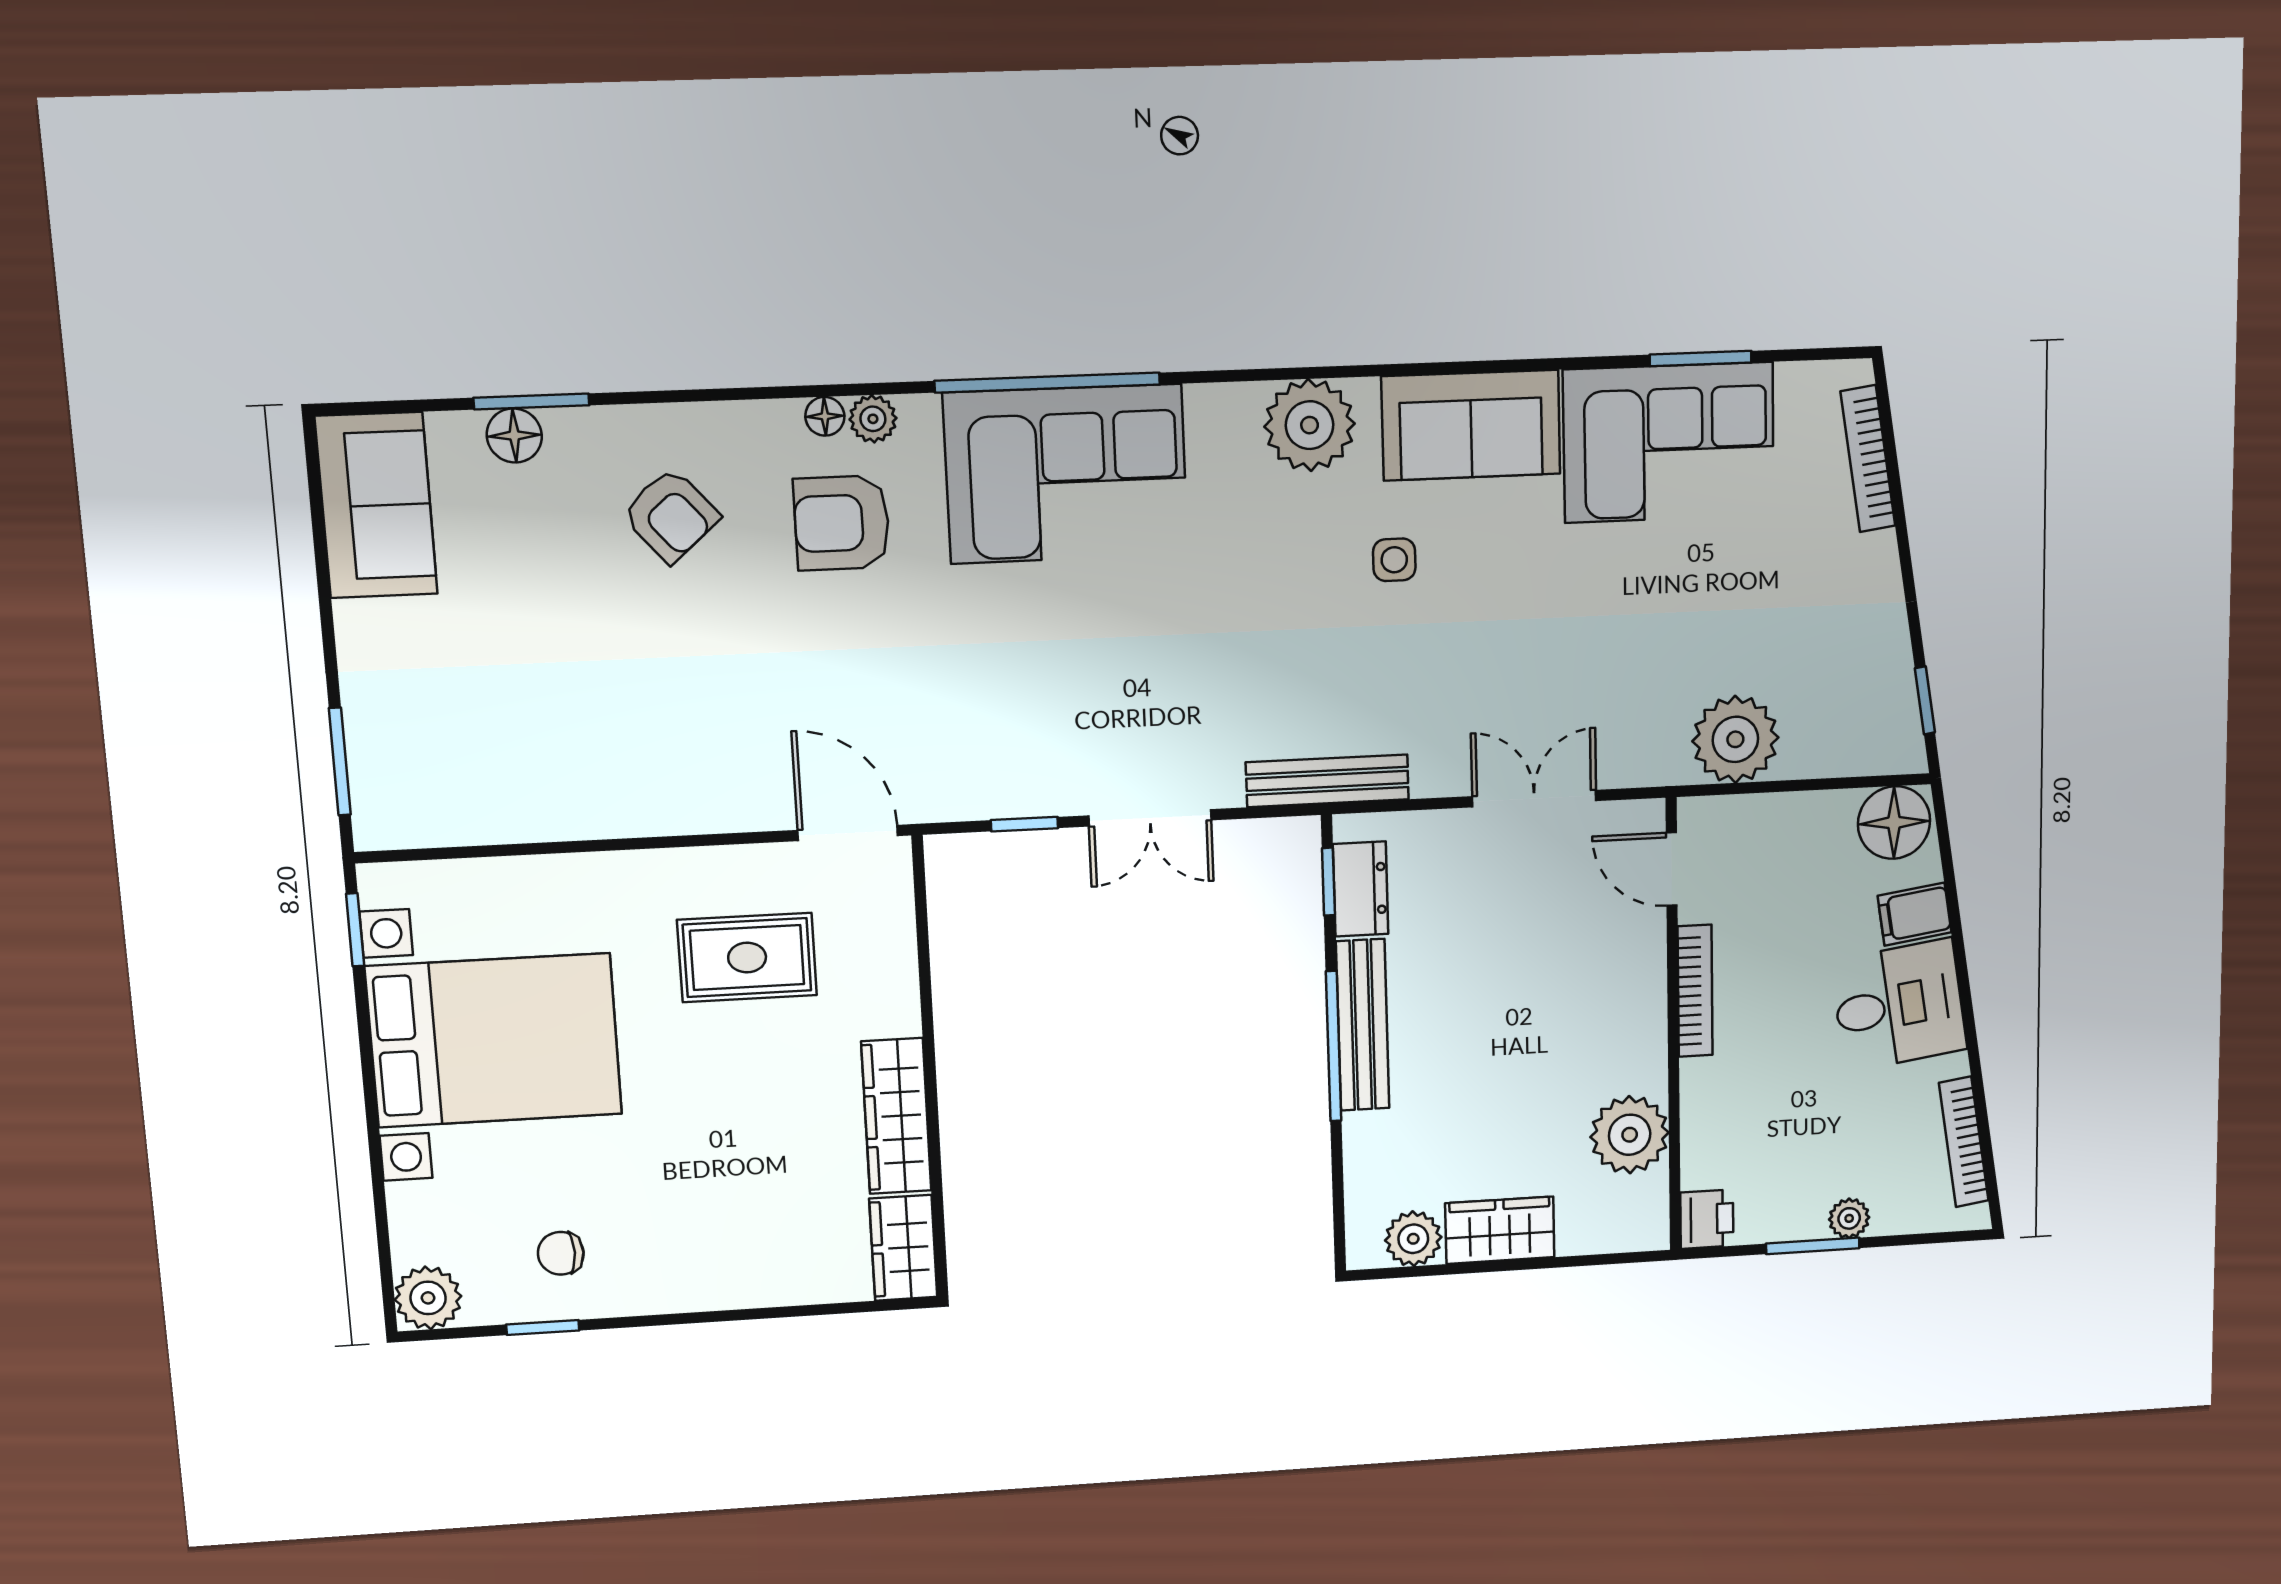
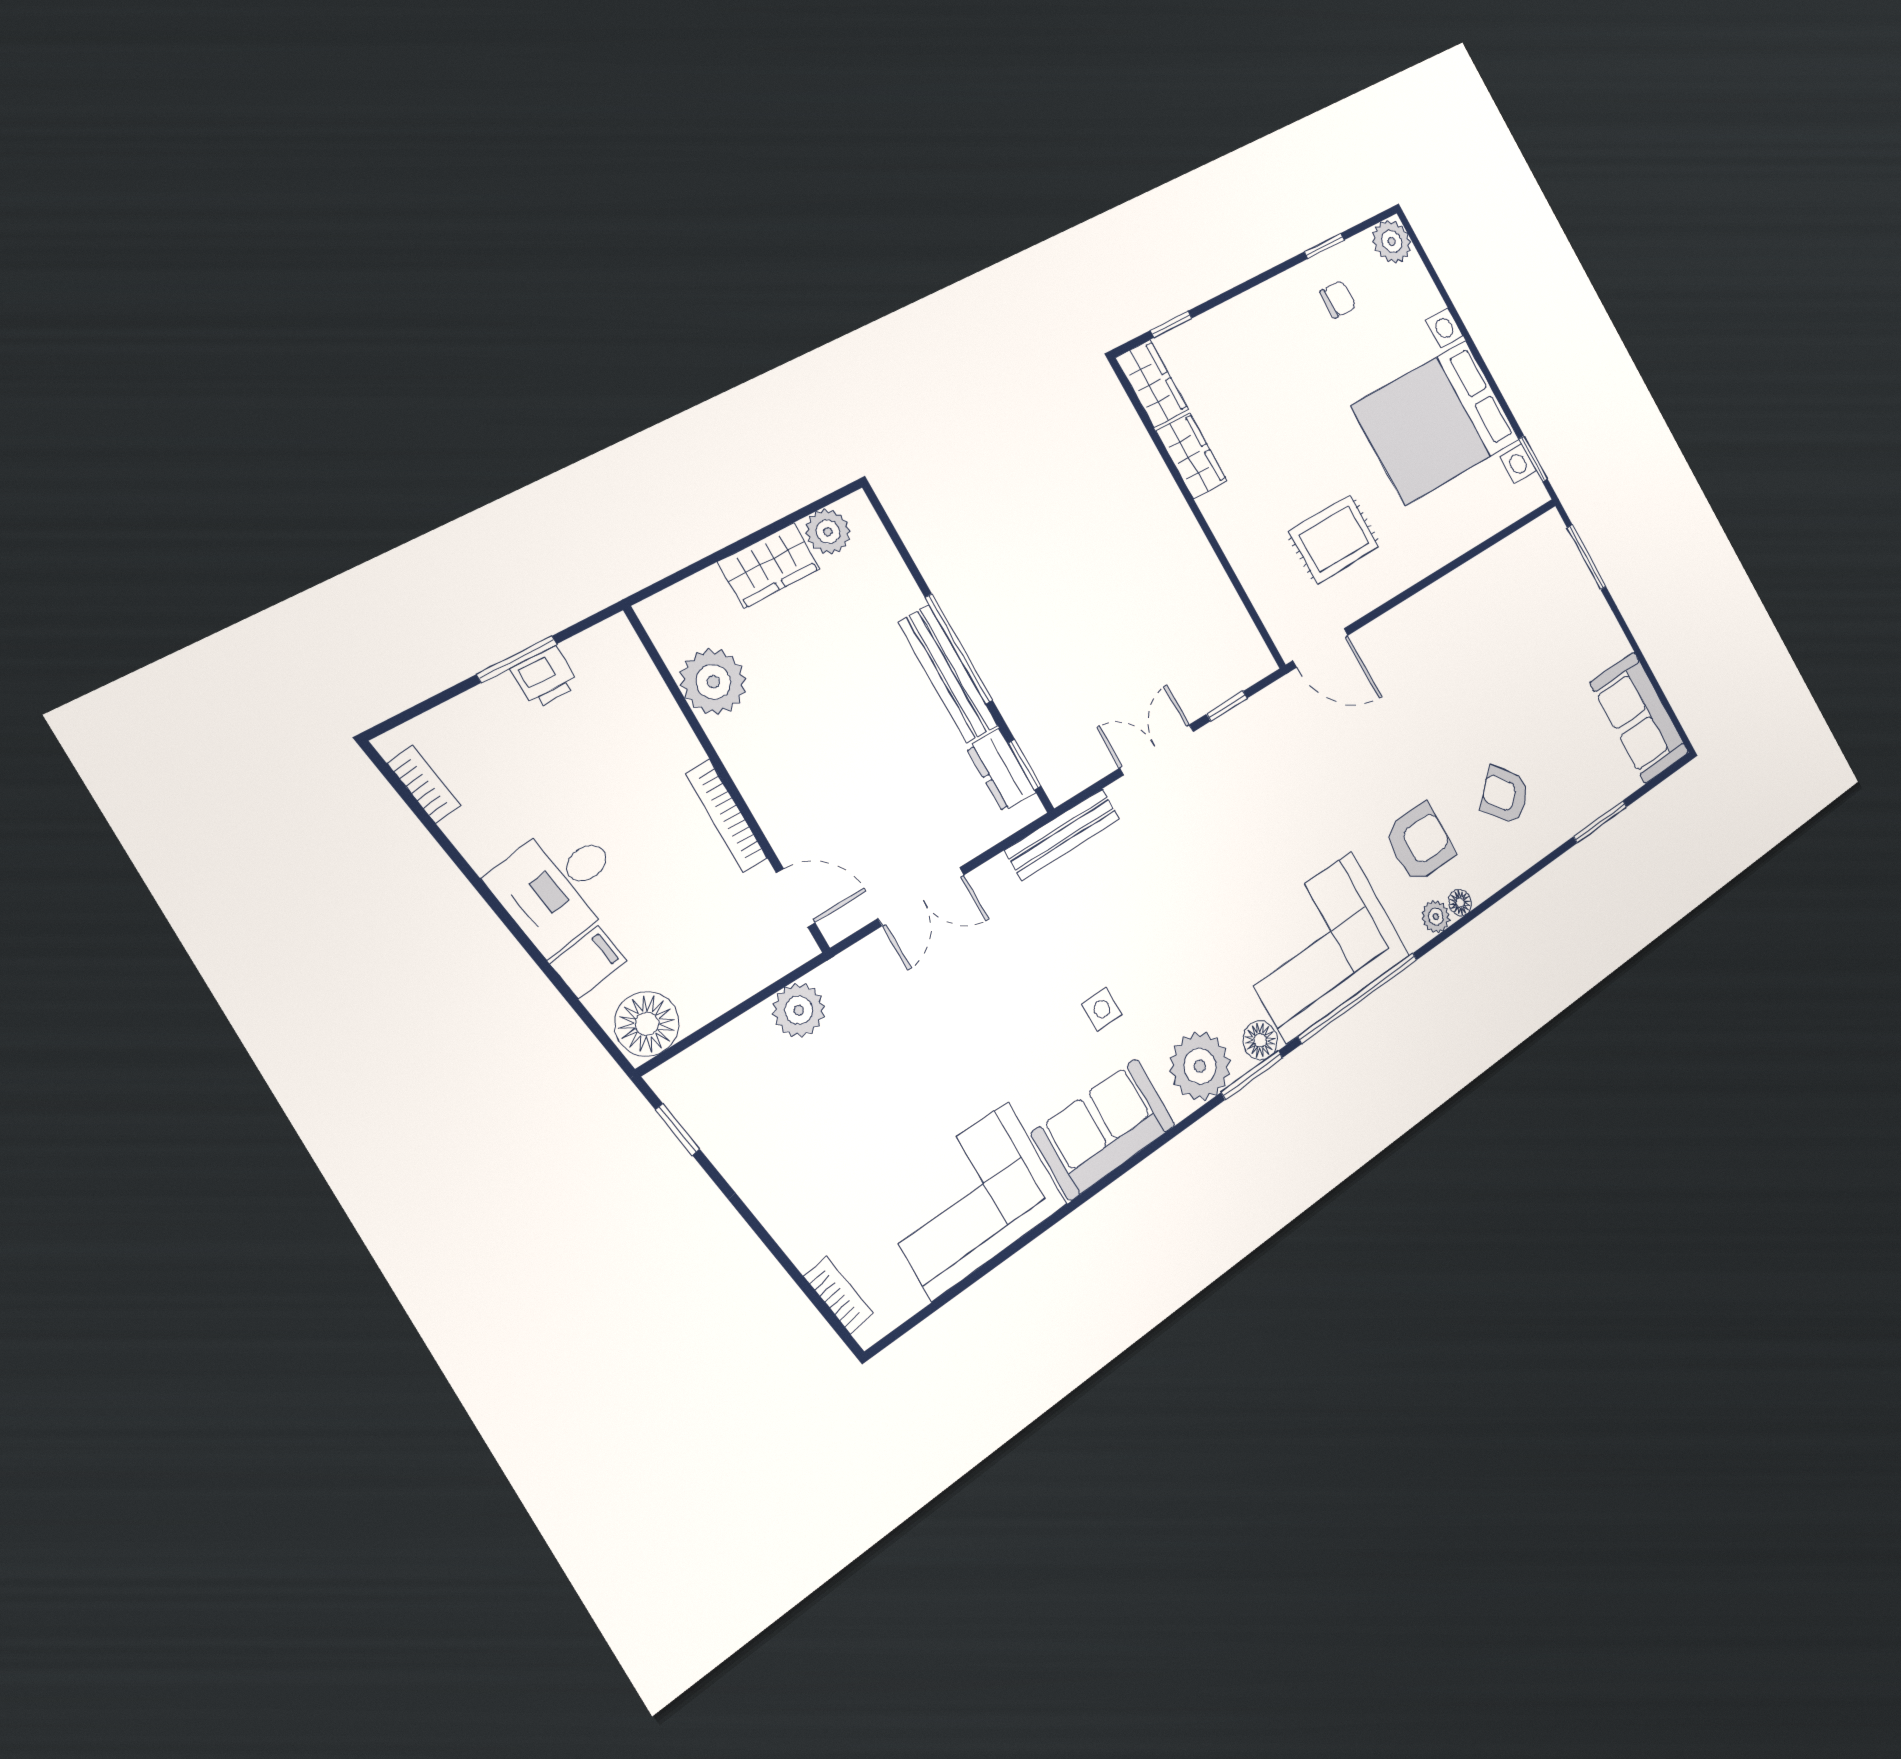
window: (1701, 358) -> (1252, 1075), moved
floor lamp: (514, 436) -> (1260, 1040), moved
bookcase: (1868, 459) -> (838, 1295), width x0.64
plant: (1735, 739) -> (799, 1010), width x0.73, depth x0.73
wardrobe: (896, 1116) -> (1192, 456), width x0.67
bookcase: (1964, 1142) -> (424, 784), width x0.64
plant: (1849, 1218) -> (499, 695), removed
printer: (1707, 1219) -> (545, 677), moved, turned -90
window: (834, 1309) -> (1171, 324), added

